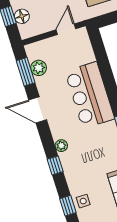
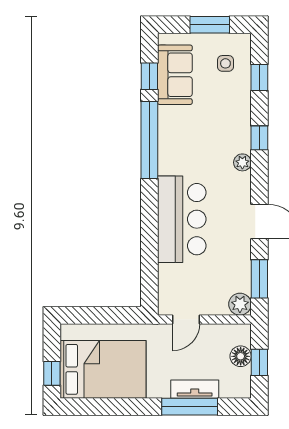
plant: (39, 68) -> (240, 304), moved
side table: (83, 201) -> (225, 63), moved

